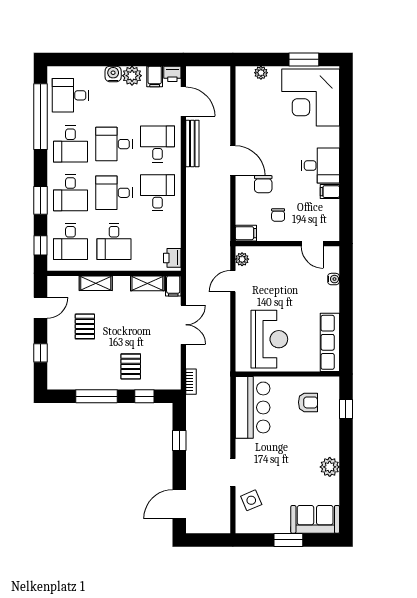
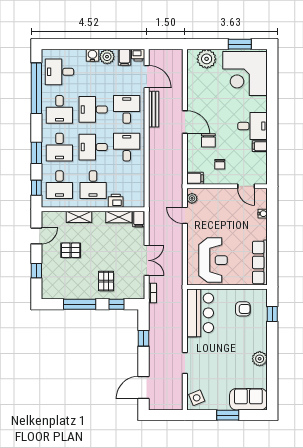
plant: (261, 73) -> (207, 59), width x1.87, depth x1.87
printer: (172, 258) -> (116, 201), moved, turned 90
door: (233, 281) -> (185, 215), hinge flipped
double door: (183, 325) -> (147, 260), moved
pallet: (85, 326) -> (71, 250), turned 90
side table: (251, 500) -> (197, 398), moved

